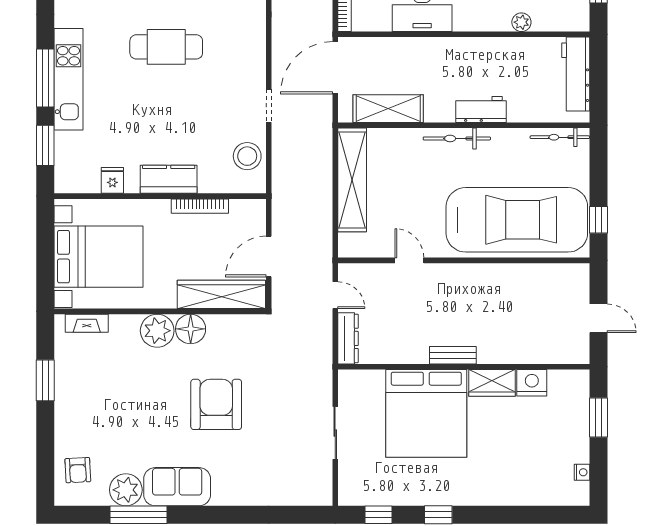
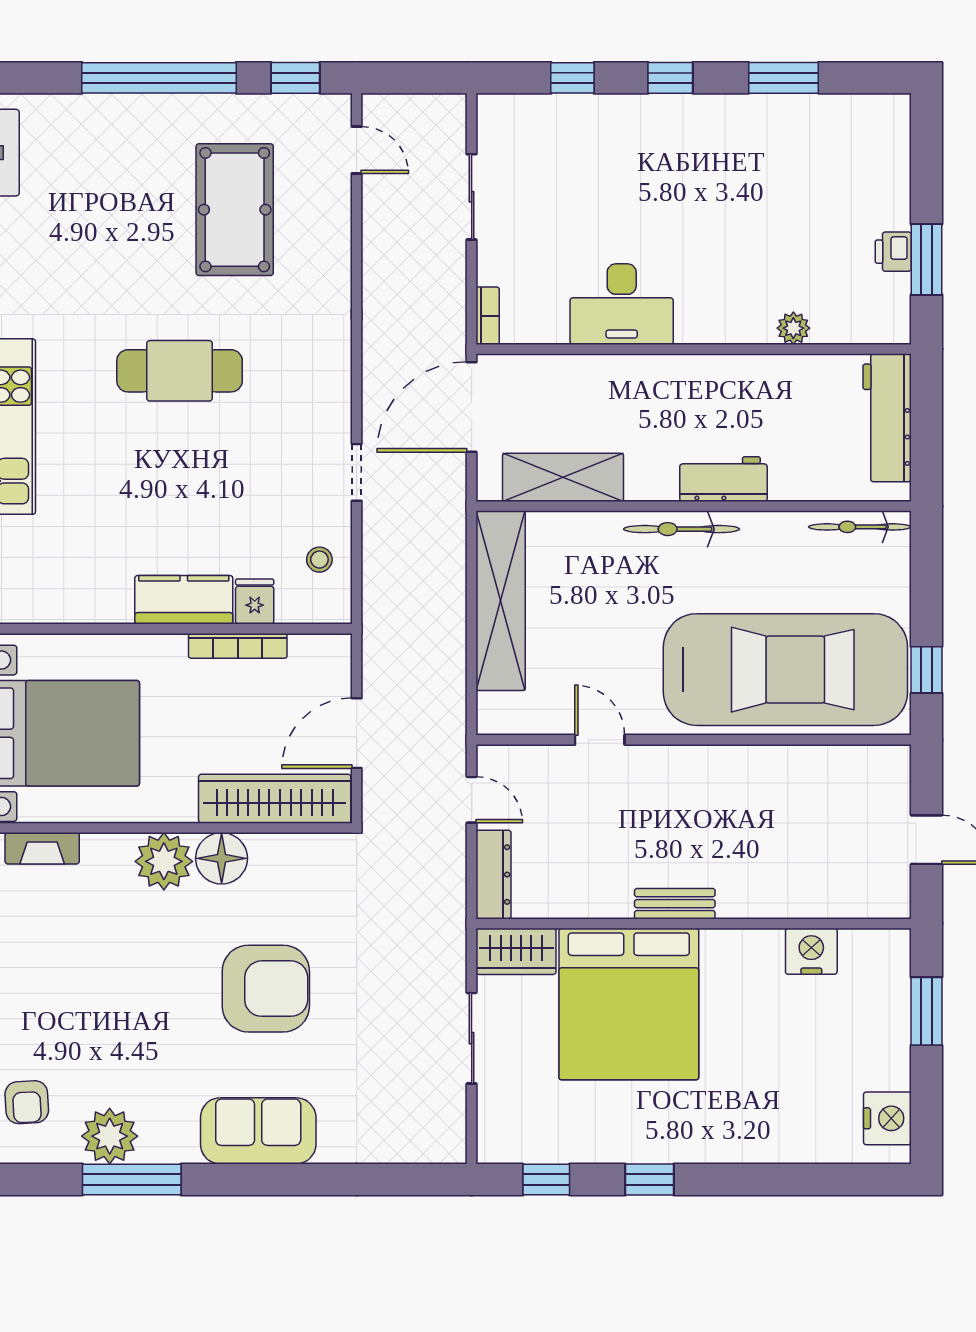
stool: (247, 156) -> (319, 560), width x0.53, depth x0.53
fridge: (112, 180) -> (255, 601), moved
wardrobe: (492, 383) -> (516, 951), moved
armchair: (216, 404) -> (266, 989), turned 90
nightstand: (582, 472) -> (887, 1118), width x1.89, depth x1.79
sofa: (177, 487) -> (258, 1131), moved

